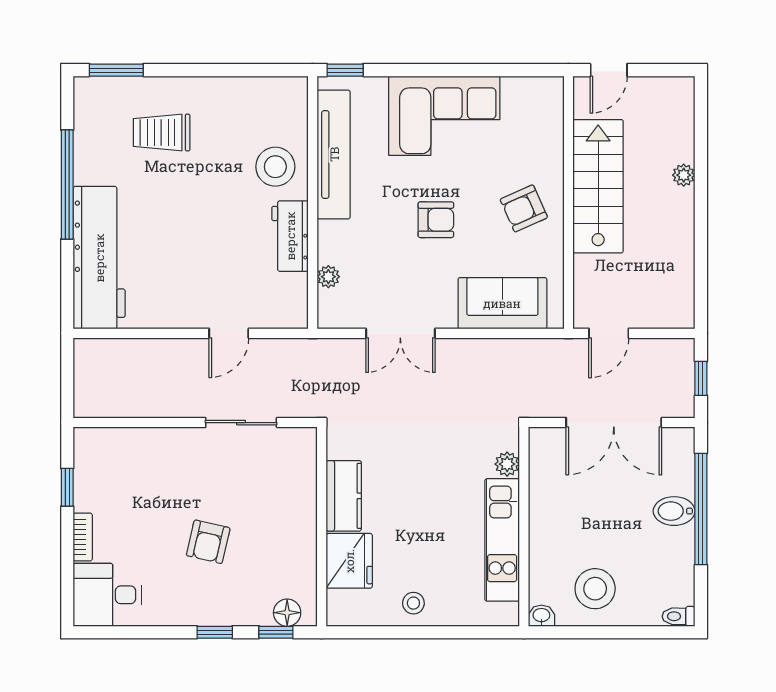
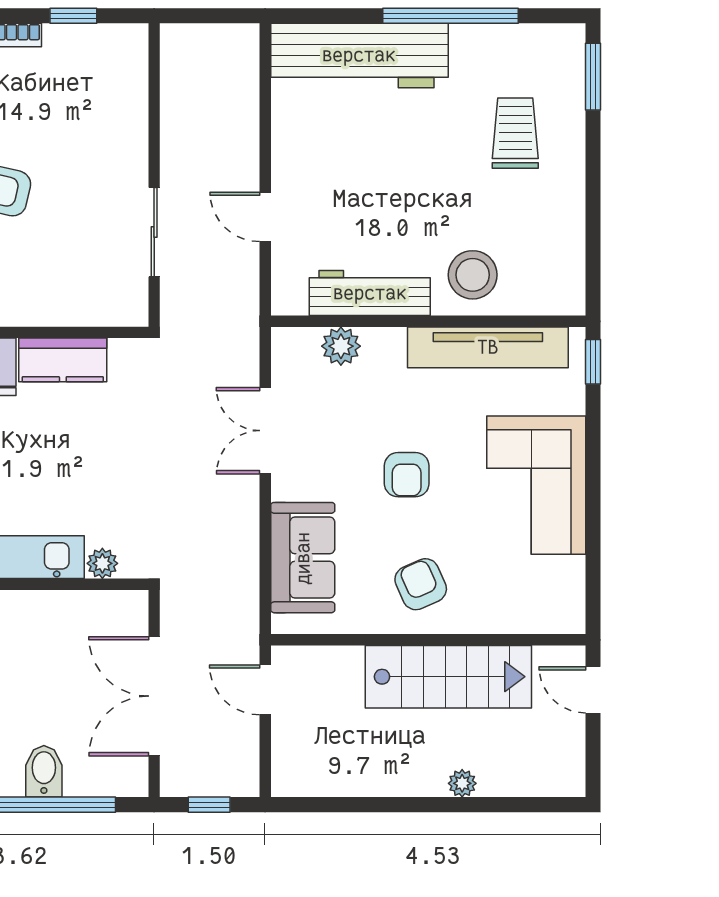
workbench: (290, 236) -> (370, 293), width x1.38
plant: (328, 277) -> (341, 346), width x1.38, depth x1.38

